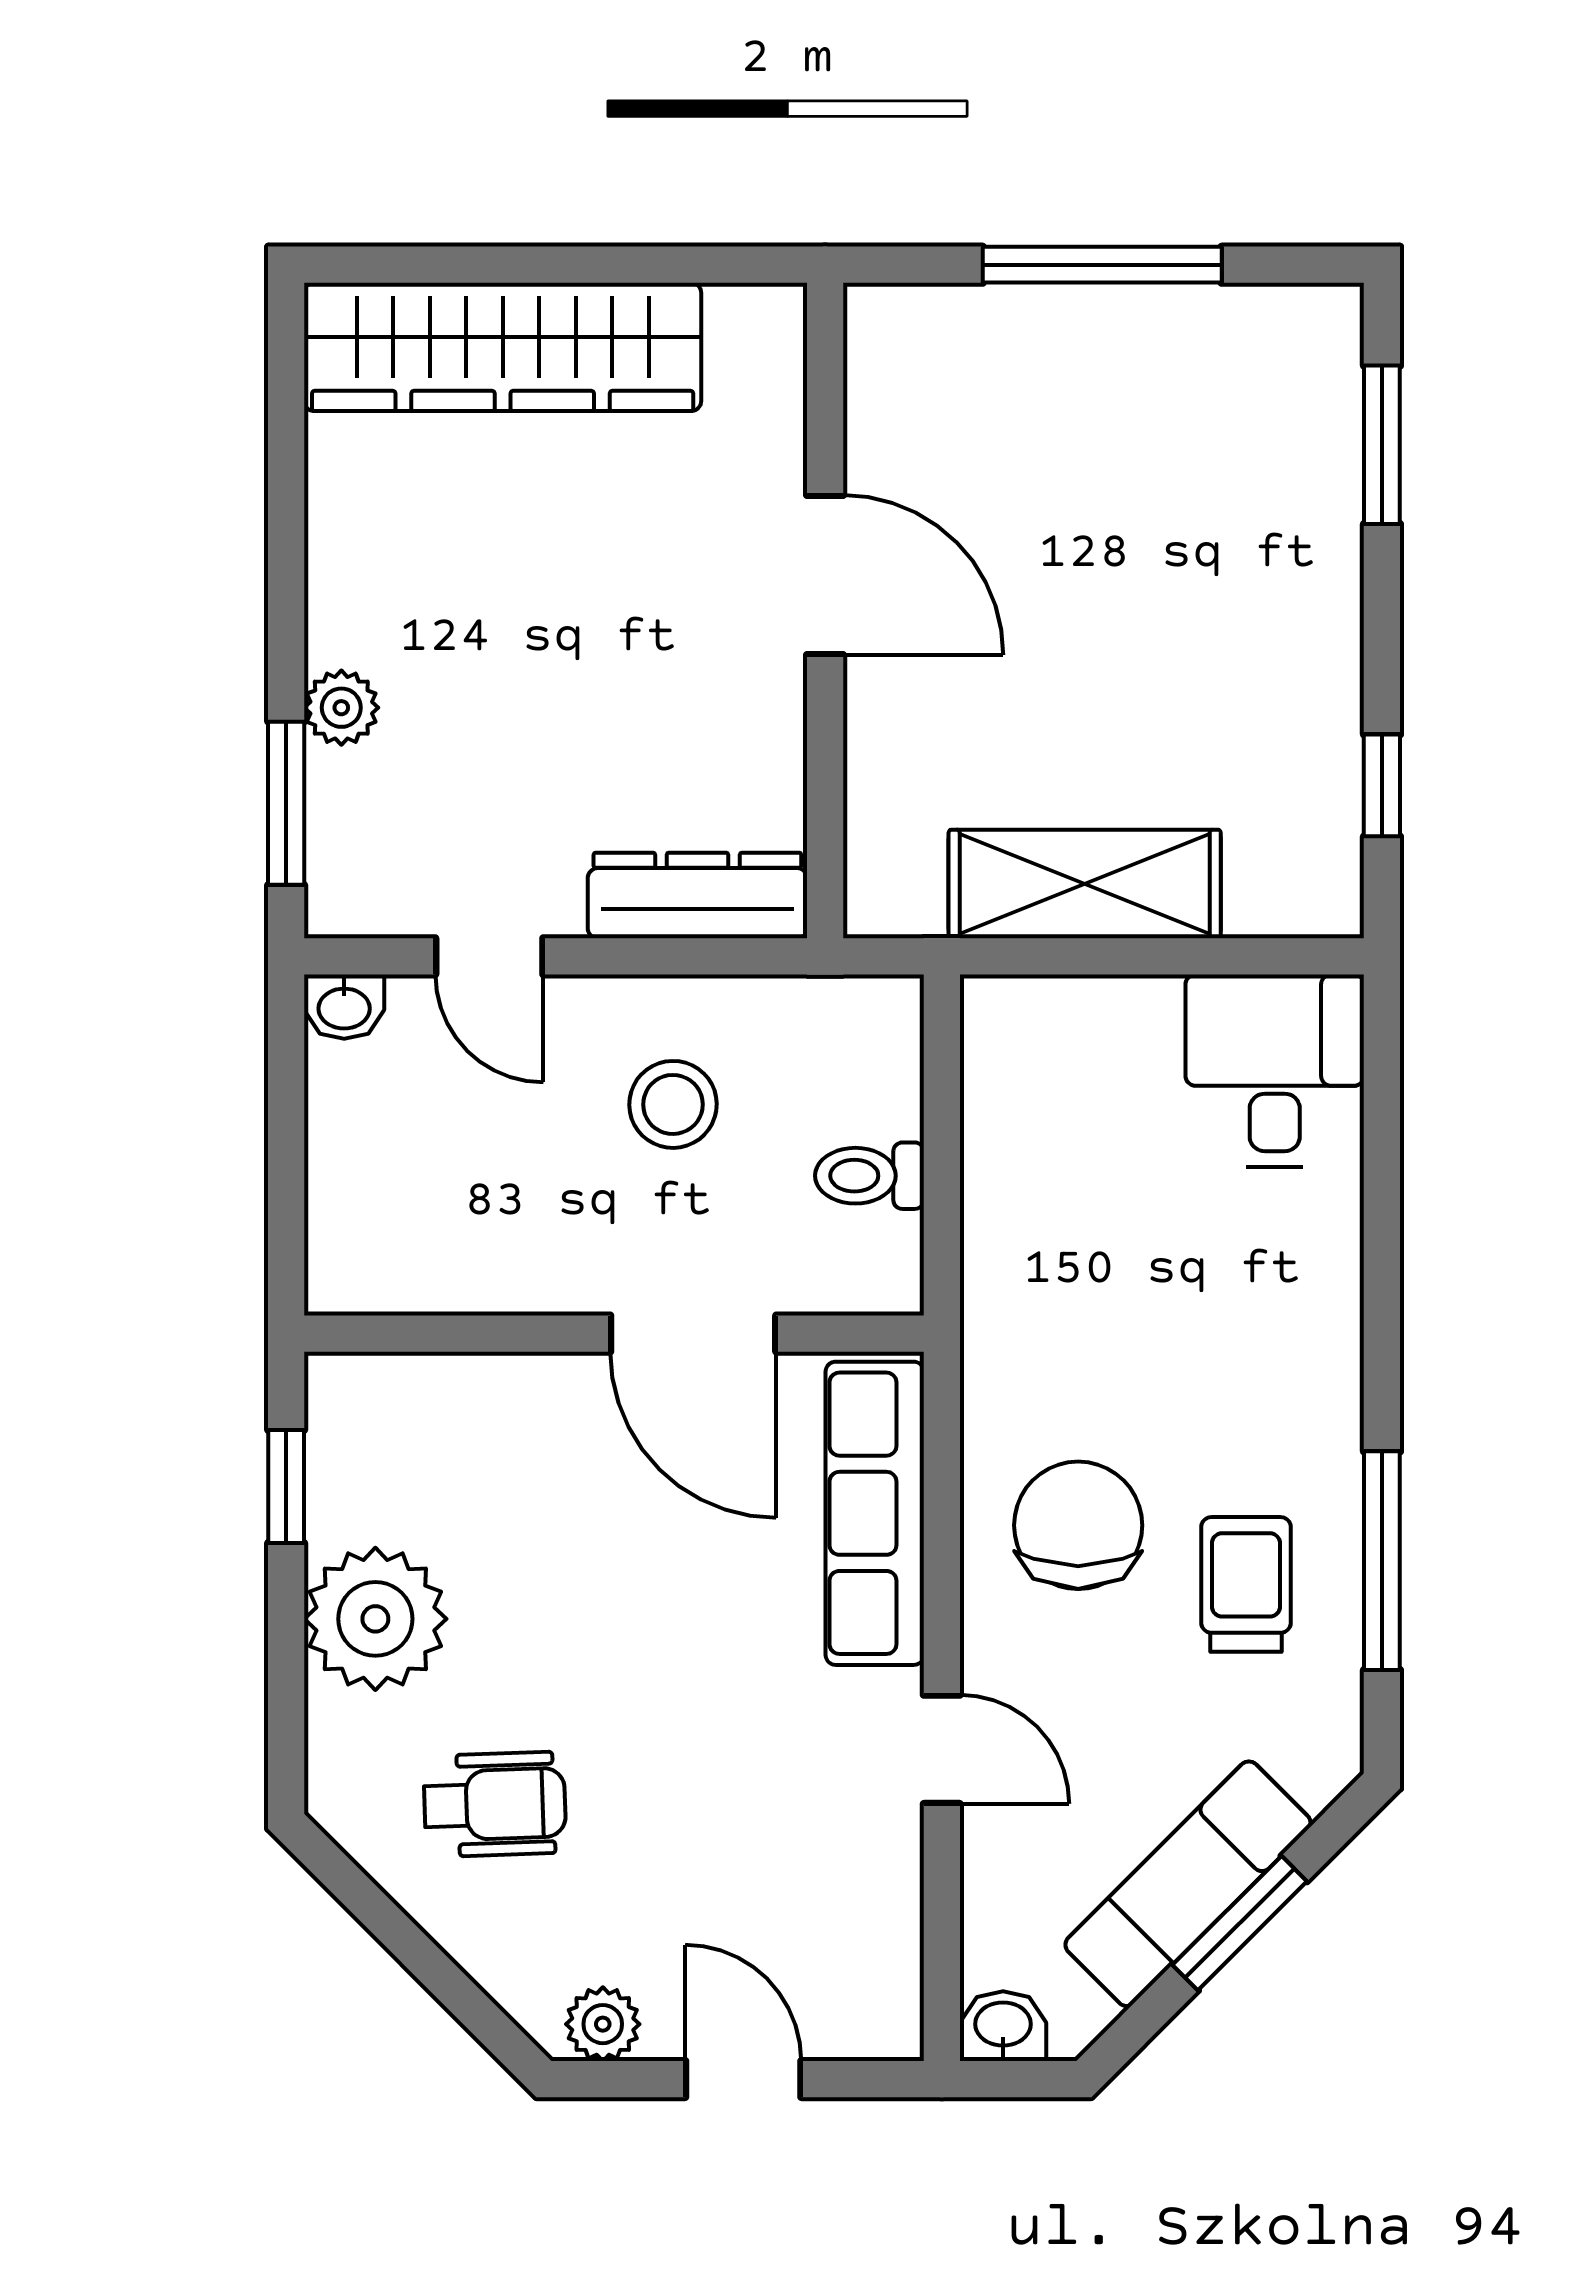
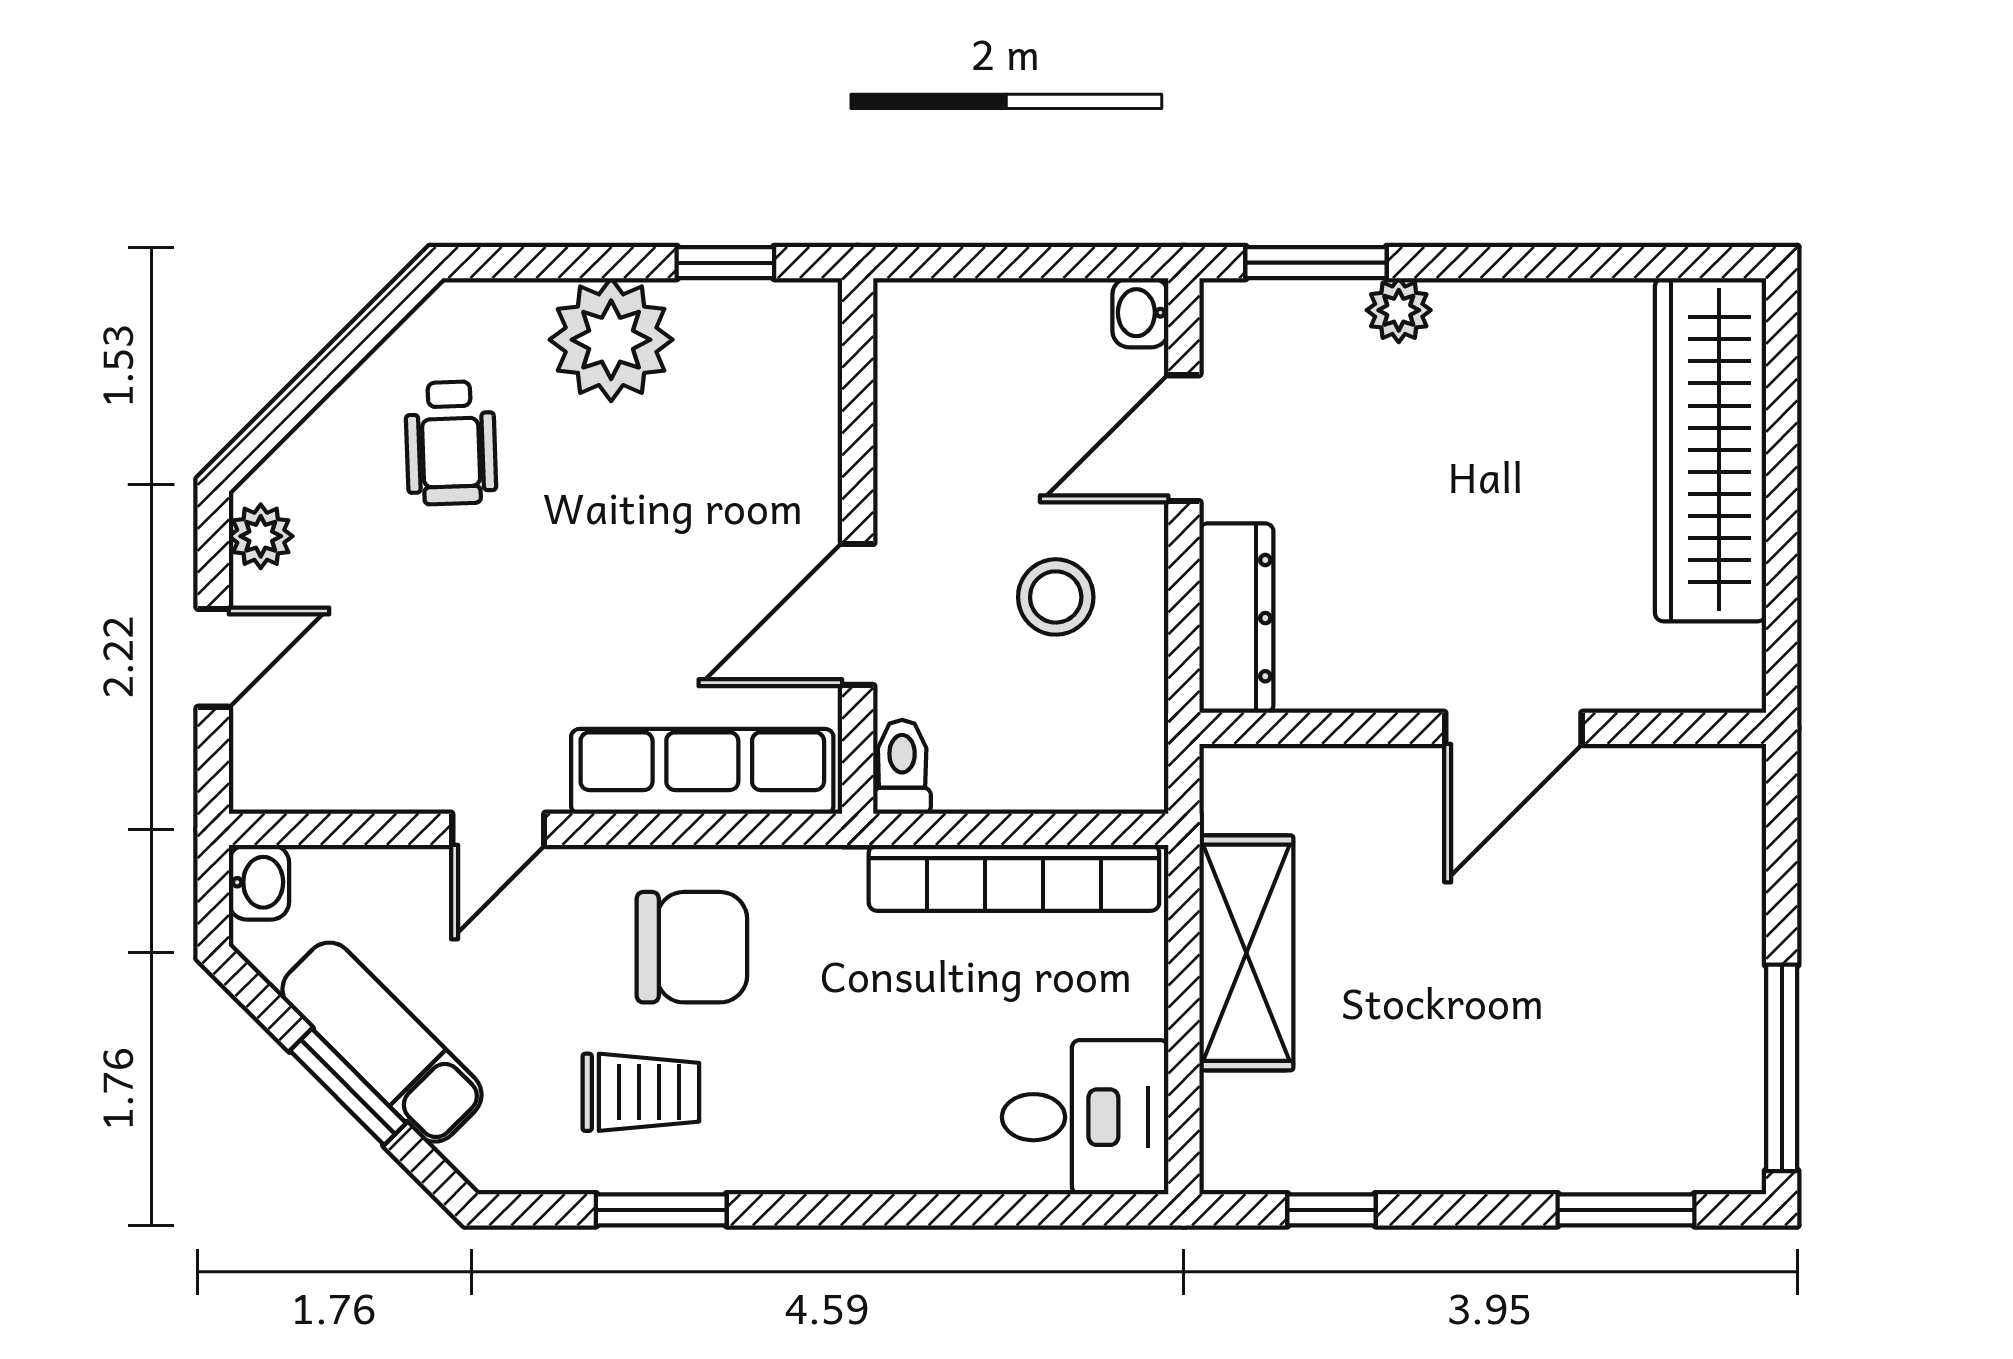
window: (1102, 265) -> (1782, 1068), moved
door: (489, 956) -> (1184, 438), width x1.38
bookcase: (998, 1153) -> (1014, 878), added
toilet: (870, 1176) -> (902, 767), moved
window: (1382, 1561) -> (661, 1210), width x0.69

